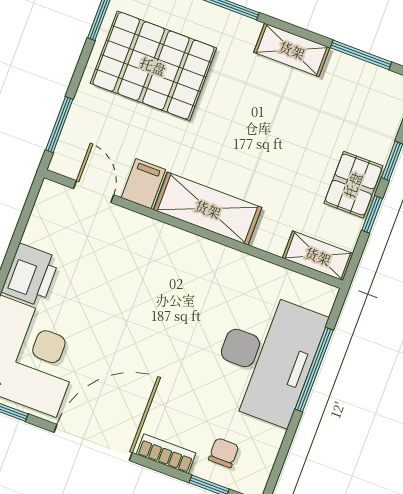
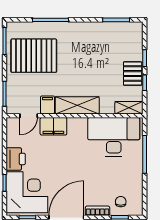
shelving: (292, 50) -> (87, 28), removed
door: (94, 192) -> (29, 116), swing flipped
filing cabinet: (139, 235) -> (53, 126), added
desk: (266, 358) -> (114, 137), moved, turned -90

